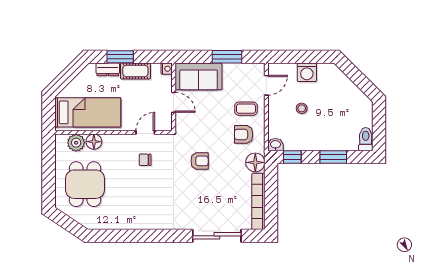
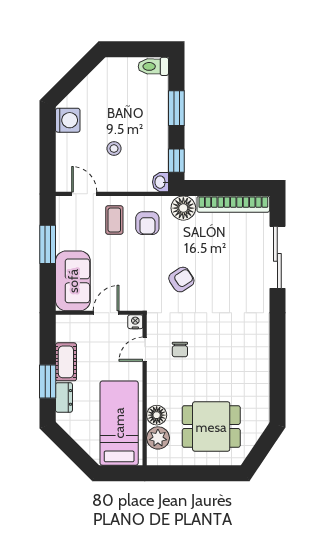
nightstand: (167, 69) -> (135, 322), moved
washing machine: (307, 72) -> (68, 120), moved
door: (145, 132) -> (145, 349), hinge flipped
armchair: (200, 161) -> (181, 280), turned 57

